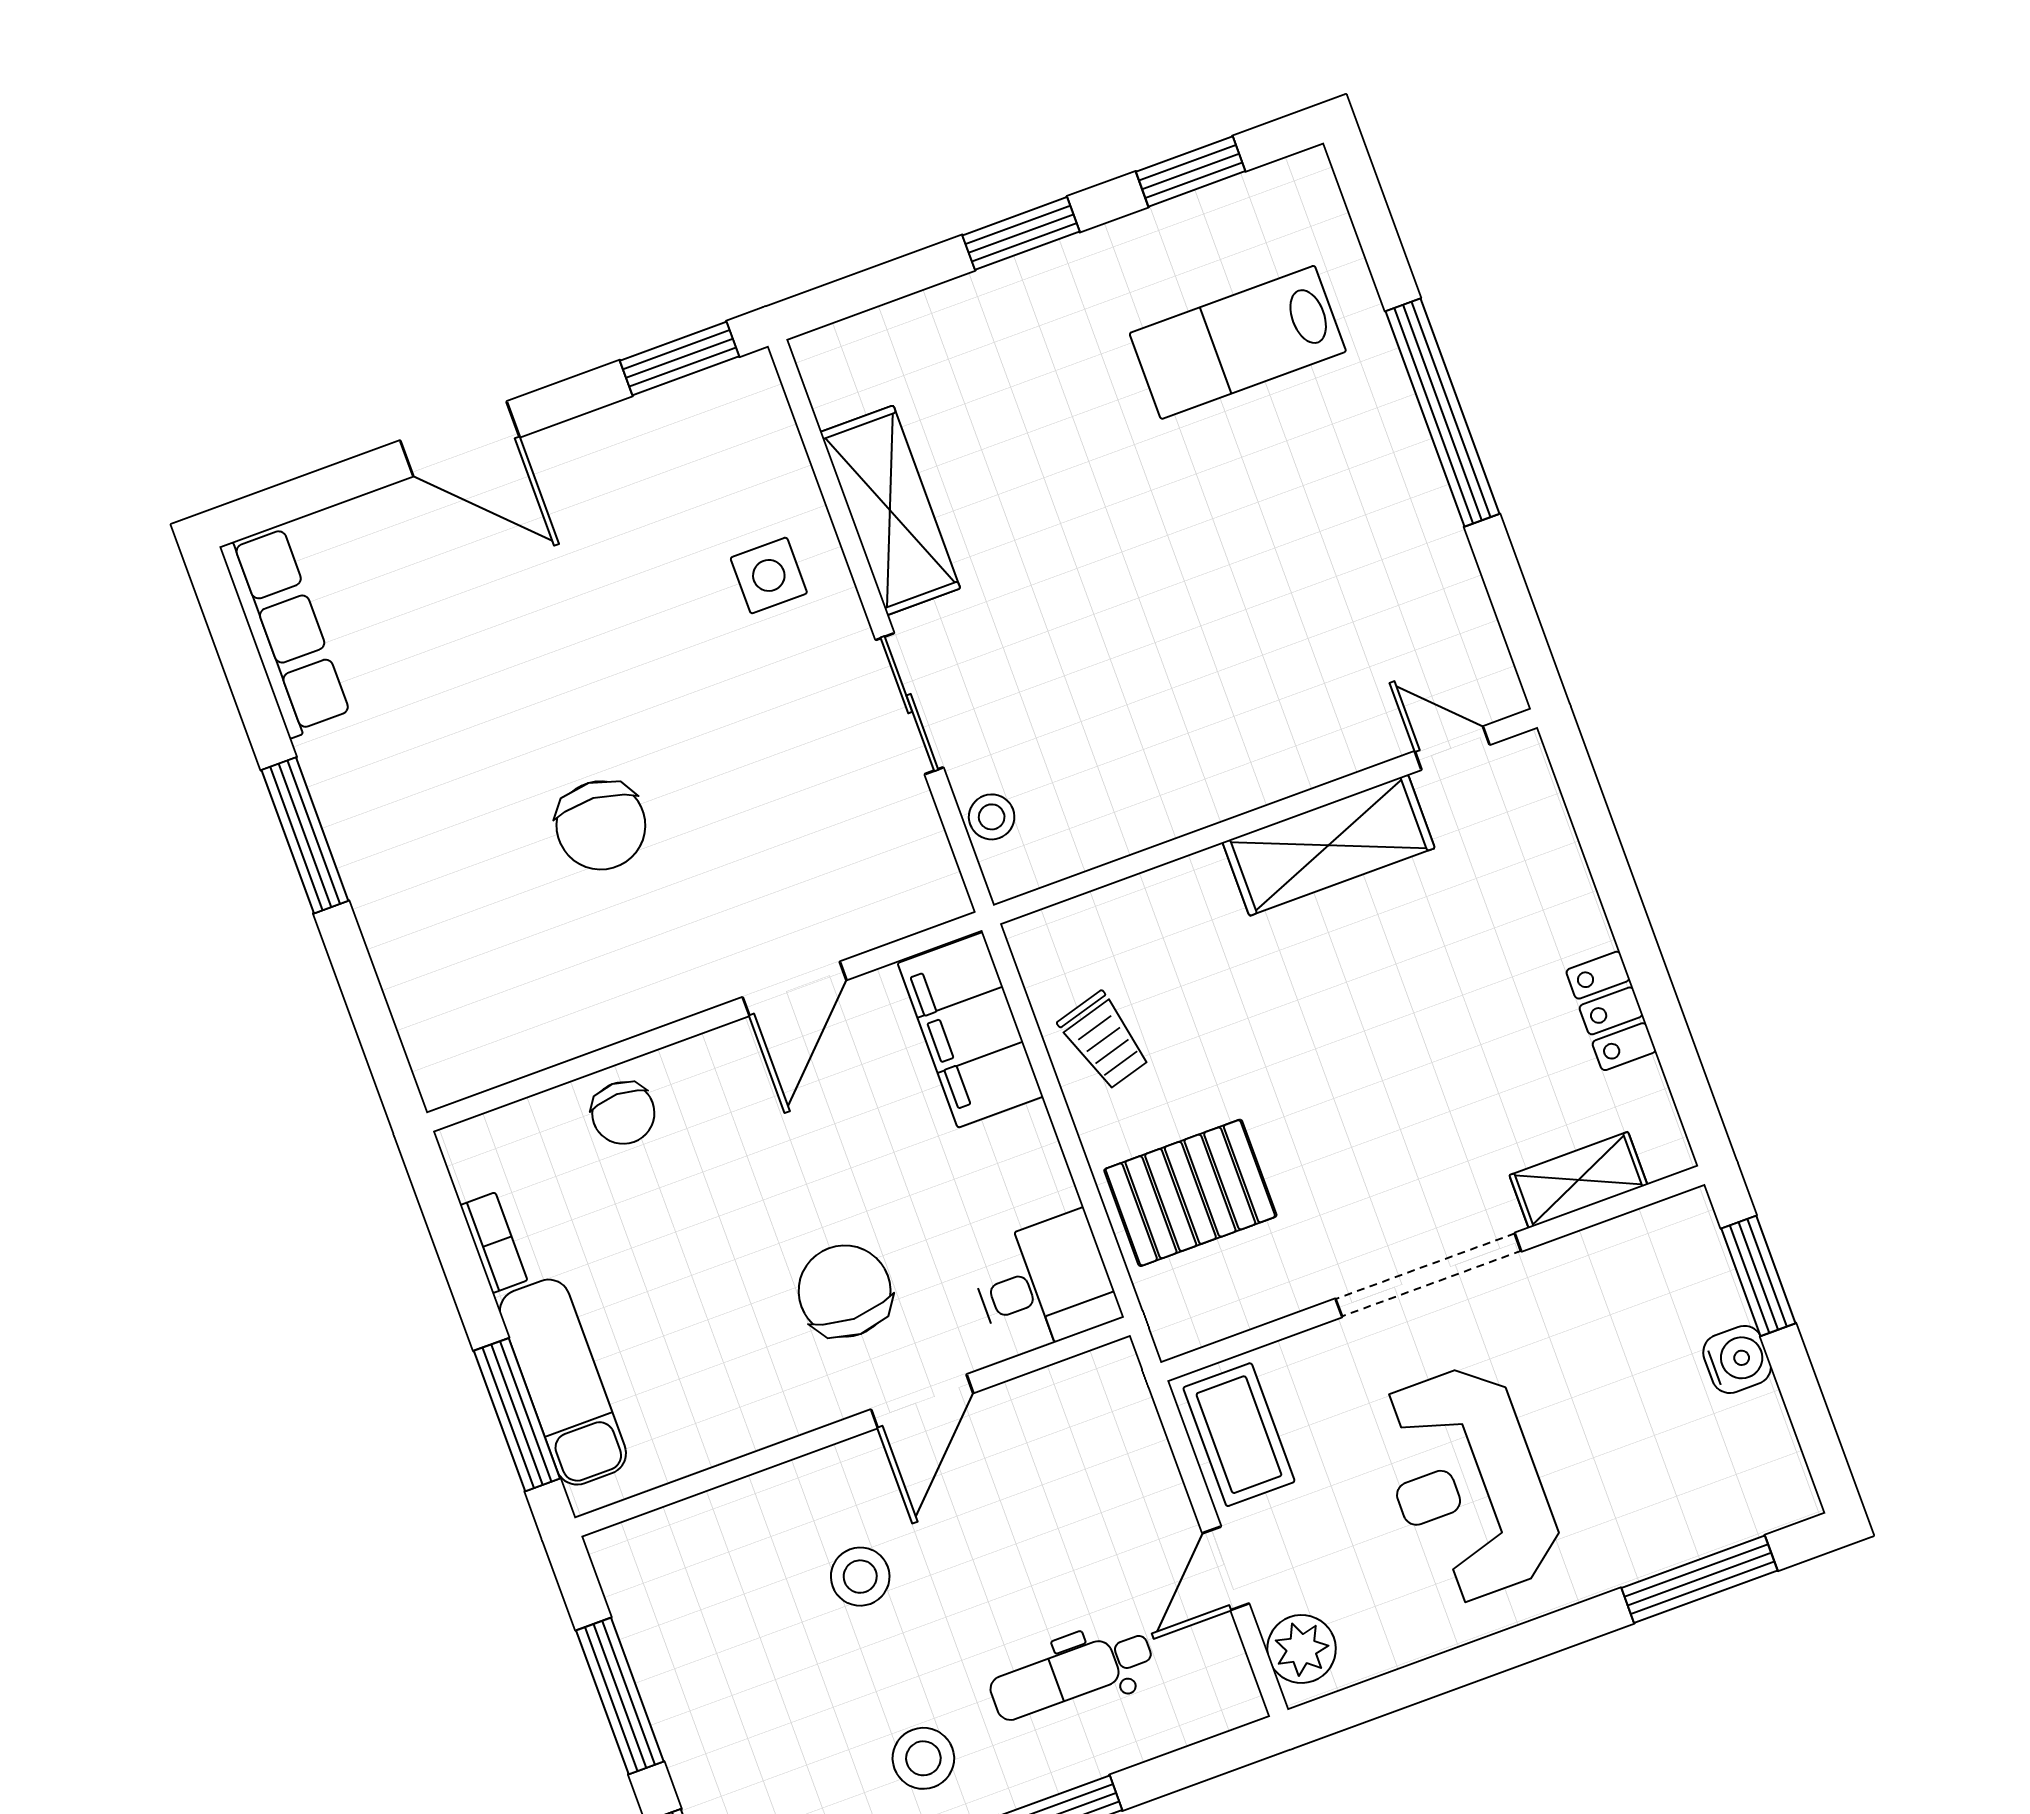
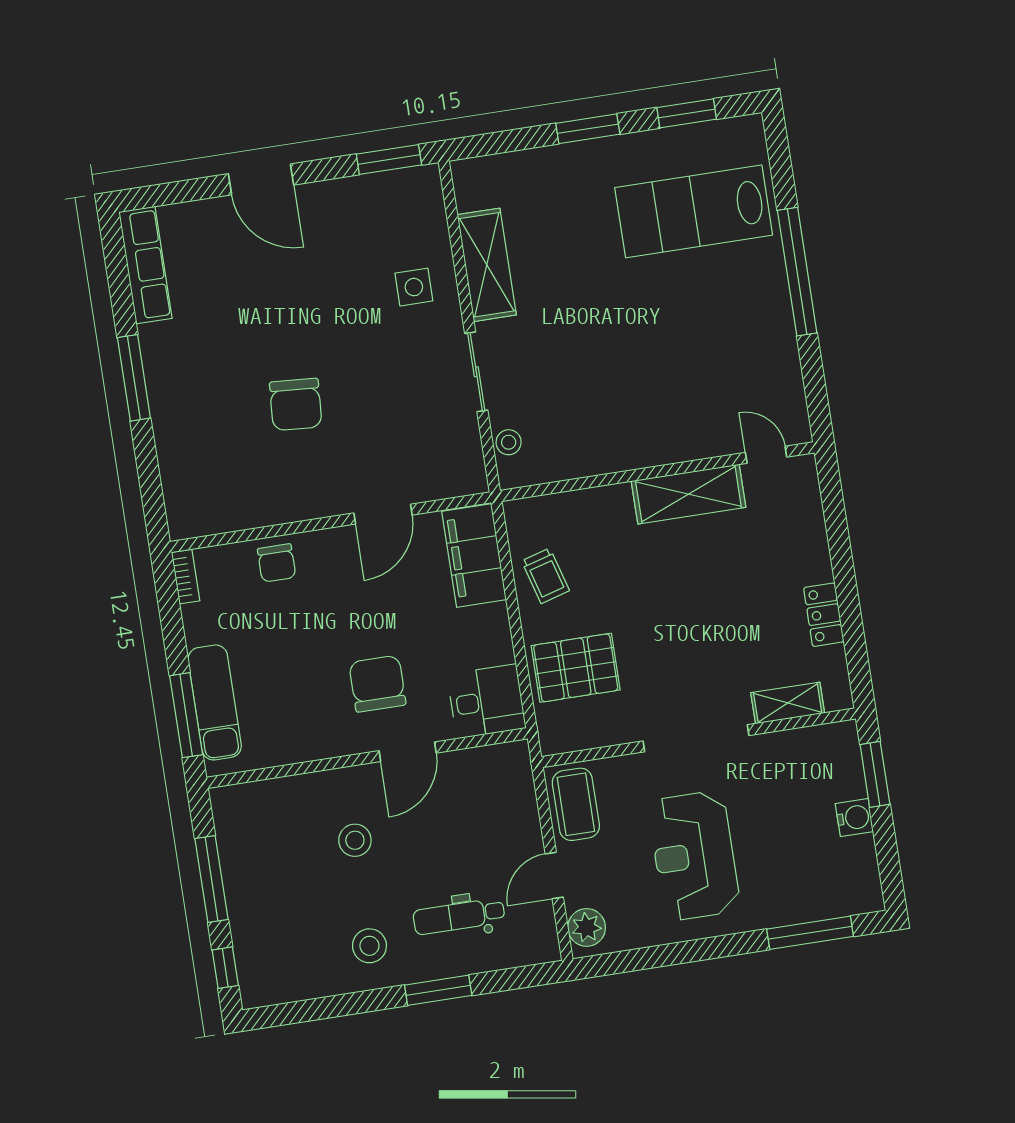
lab bench: (1238, 342) -> (694, 211), width x1.36, depth x1.39
bookcase: (494, 1243) -> (186, 577), moved

